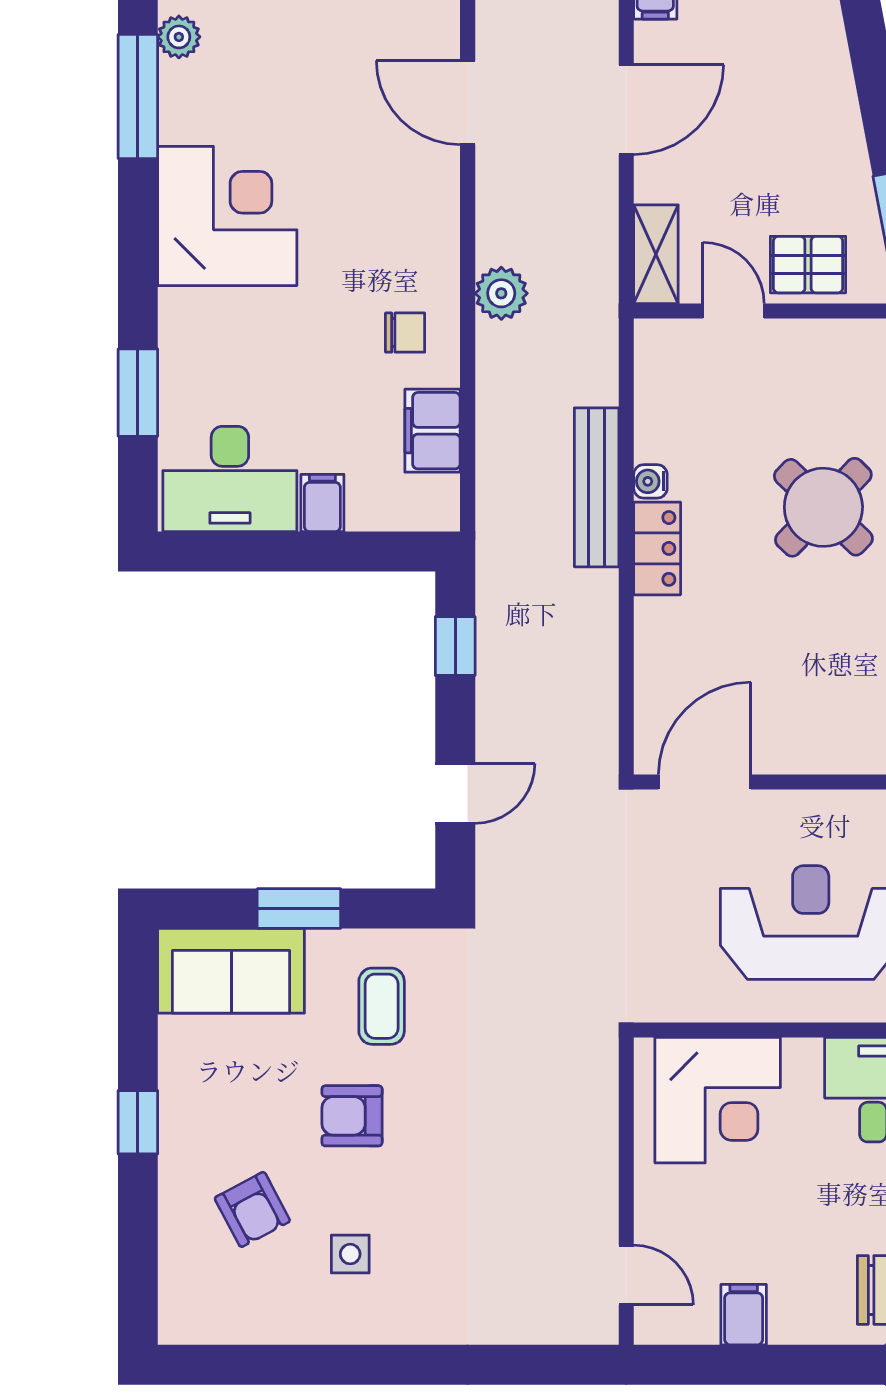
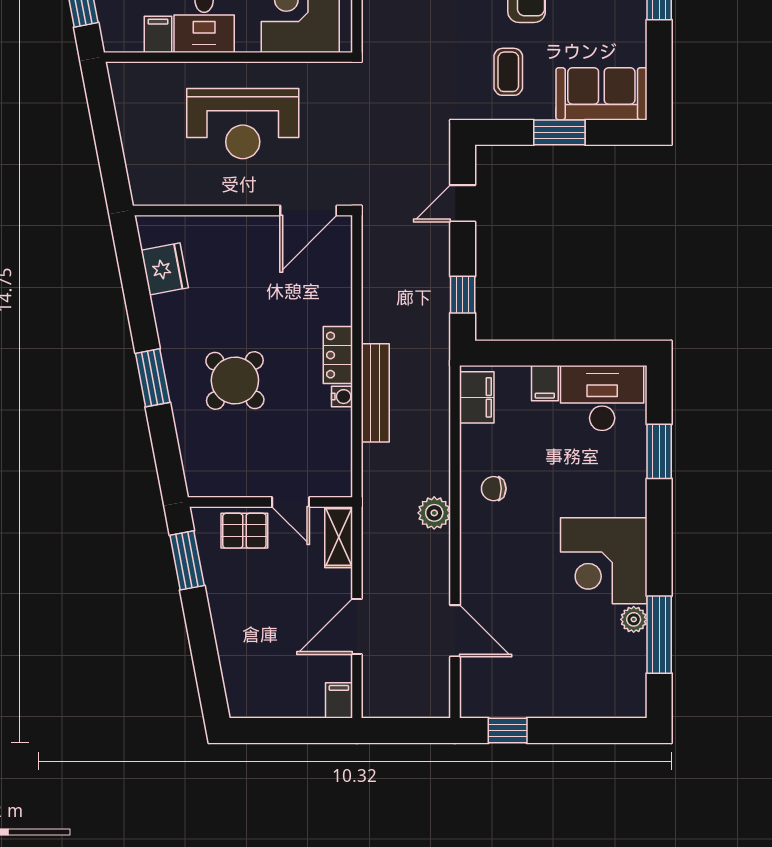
plant: (179, 37) -> (634, 619), moved
filing cabinet: (432, 431) -> (477, 397), moved

